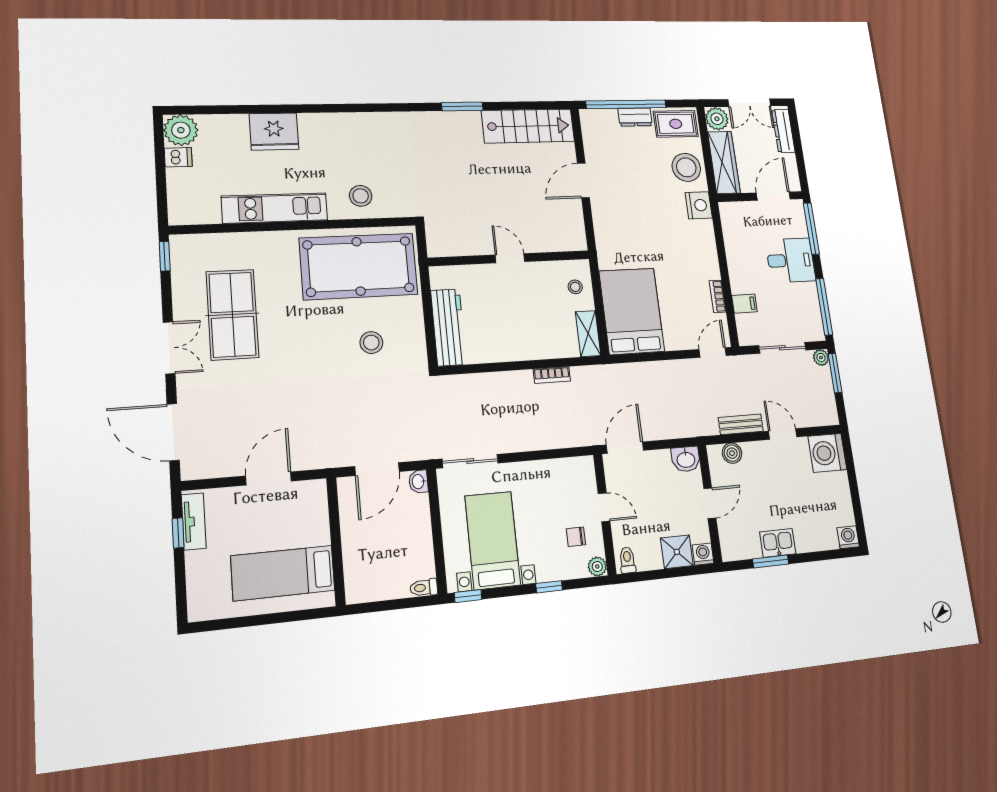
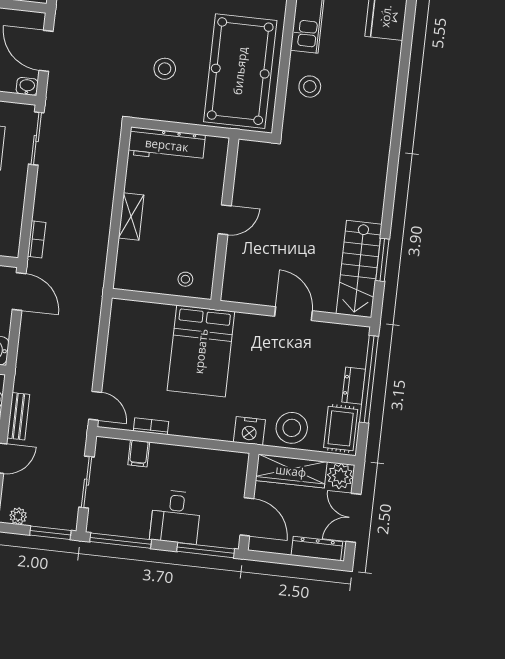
window: (462, 106) -> (382, 260), moved
bed: (632, 311) -> (201, 351), moved, turned 90
shelving: (588, 334) -> (131, 216), moved, turned 90
plant: (821, 358) -> (18, 516), moved
bookcase: (552, 375) -> (37, 239), moved, turned 180

